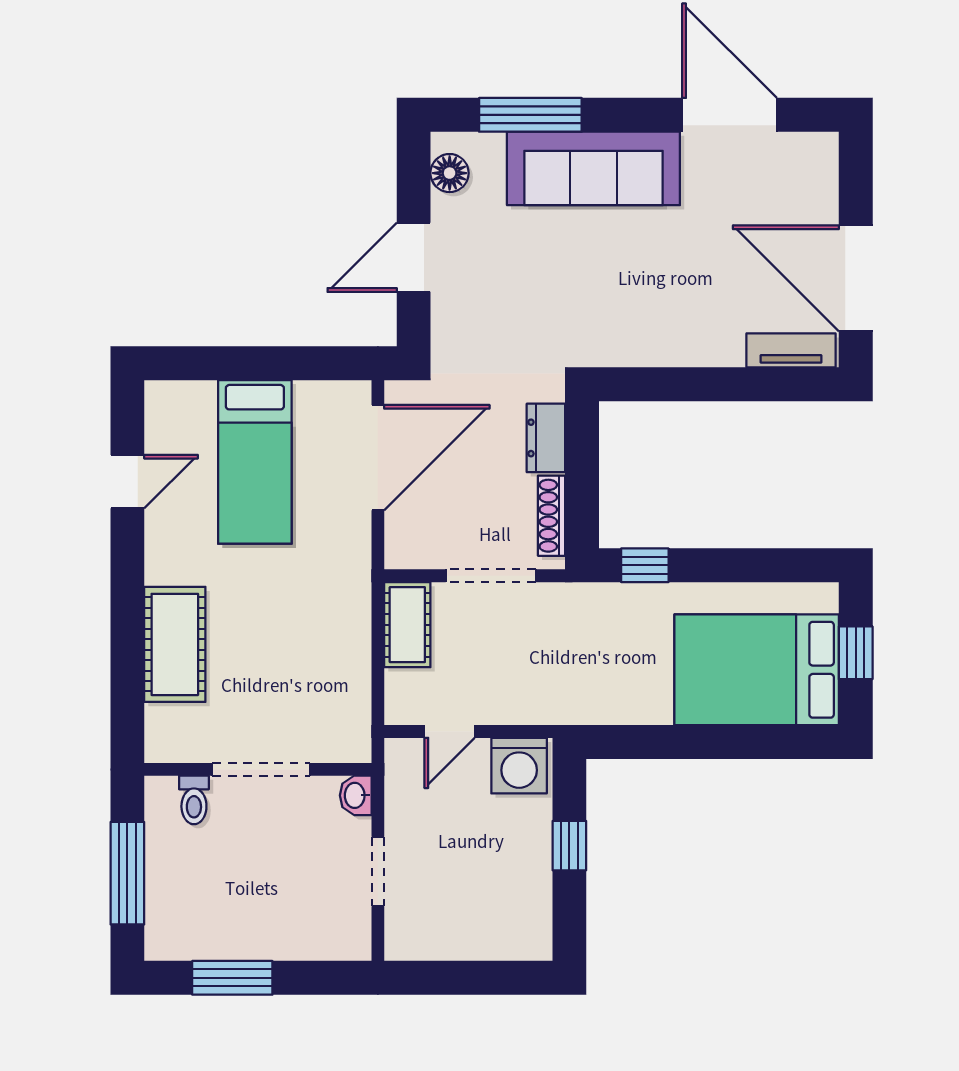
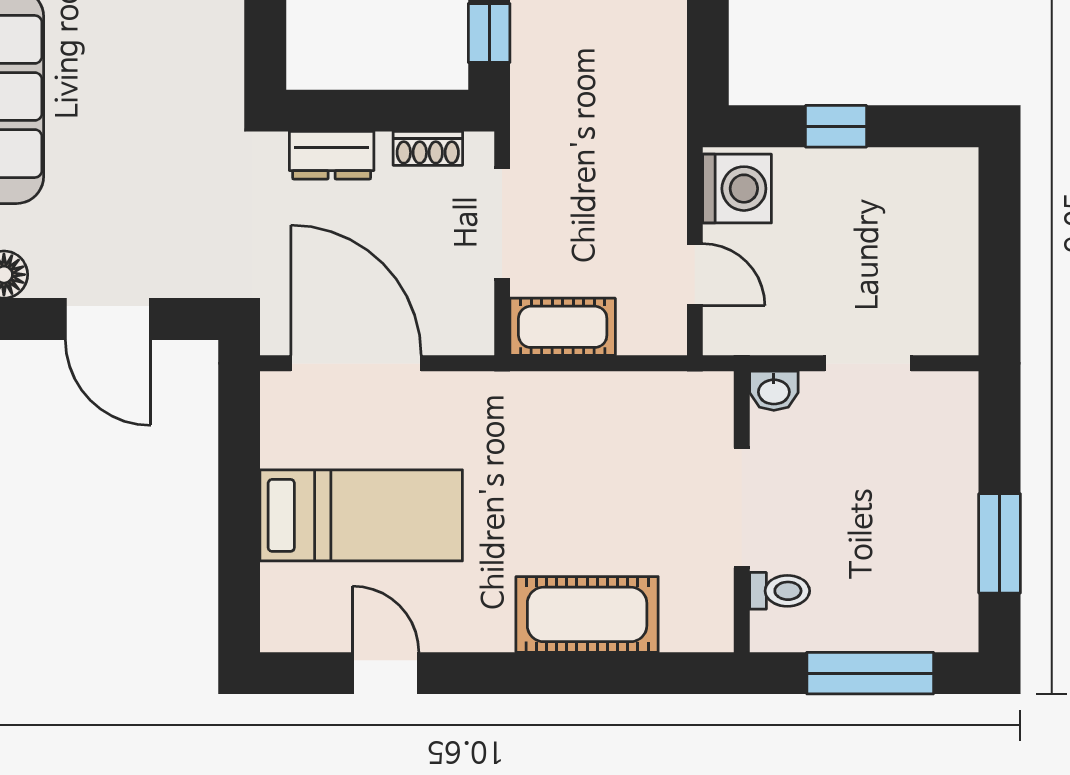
shoe rack: (552, 516) -> (428, 148), width x0.70

